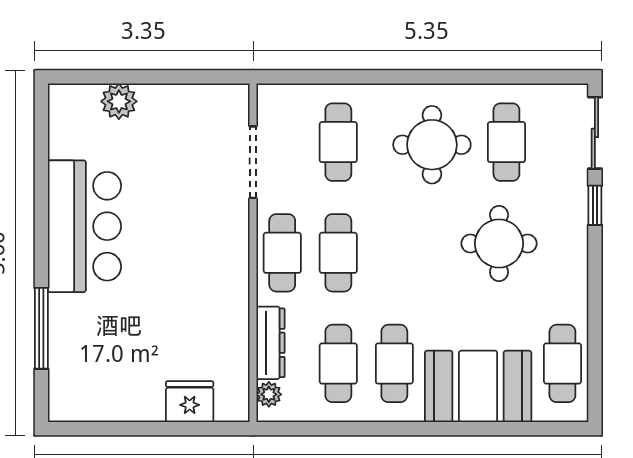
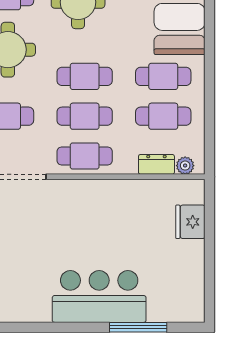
bar counter: (84, 226) -> (99, 297), moved
cafe table: (394, 253) -> (85, 76), added
dresser: (270, 343) -> (156, 164), width x0.70

